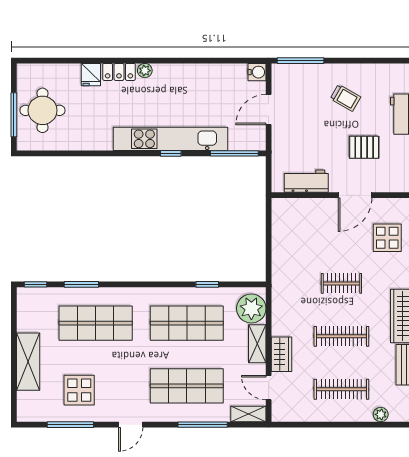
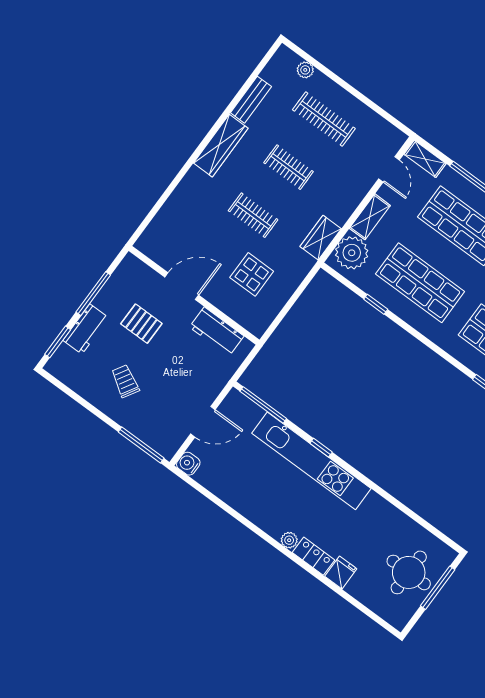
display table: (387, 238) -> (252, 274), moved
clothes rail: (341, 336) -> (289, 167), width x0.73
wardrobe: (281, 354) -> (321, 238), moved

